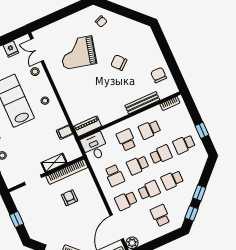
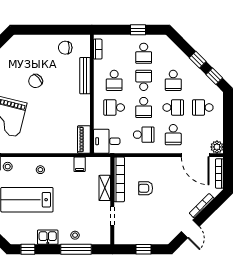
school desk: (149, 190) -> (173, 108), turned 90

